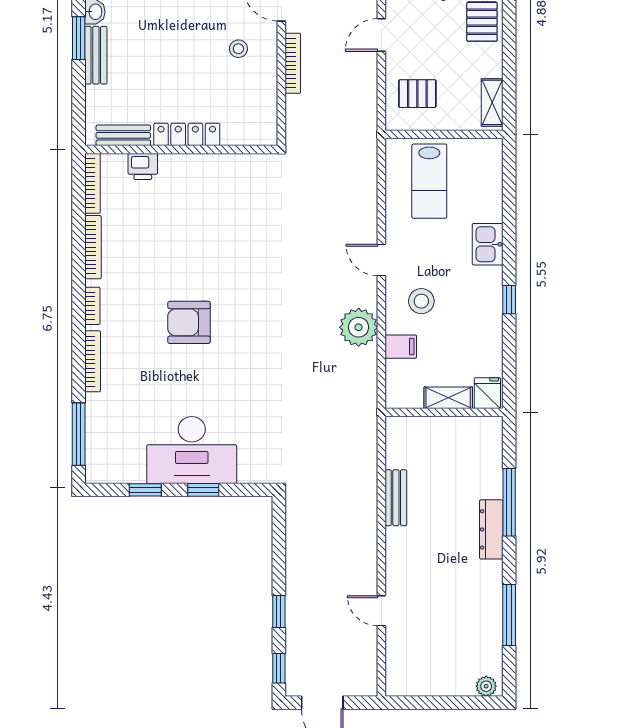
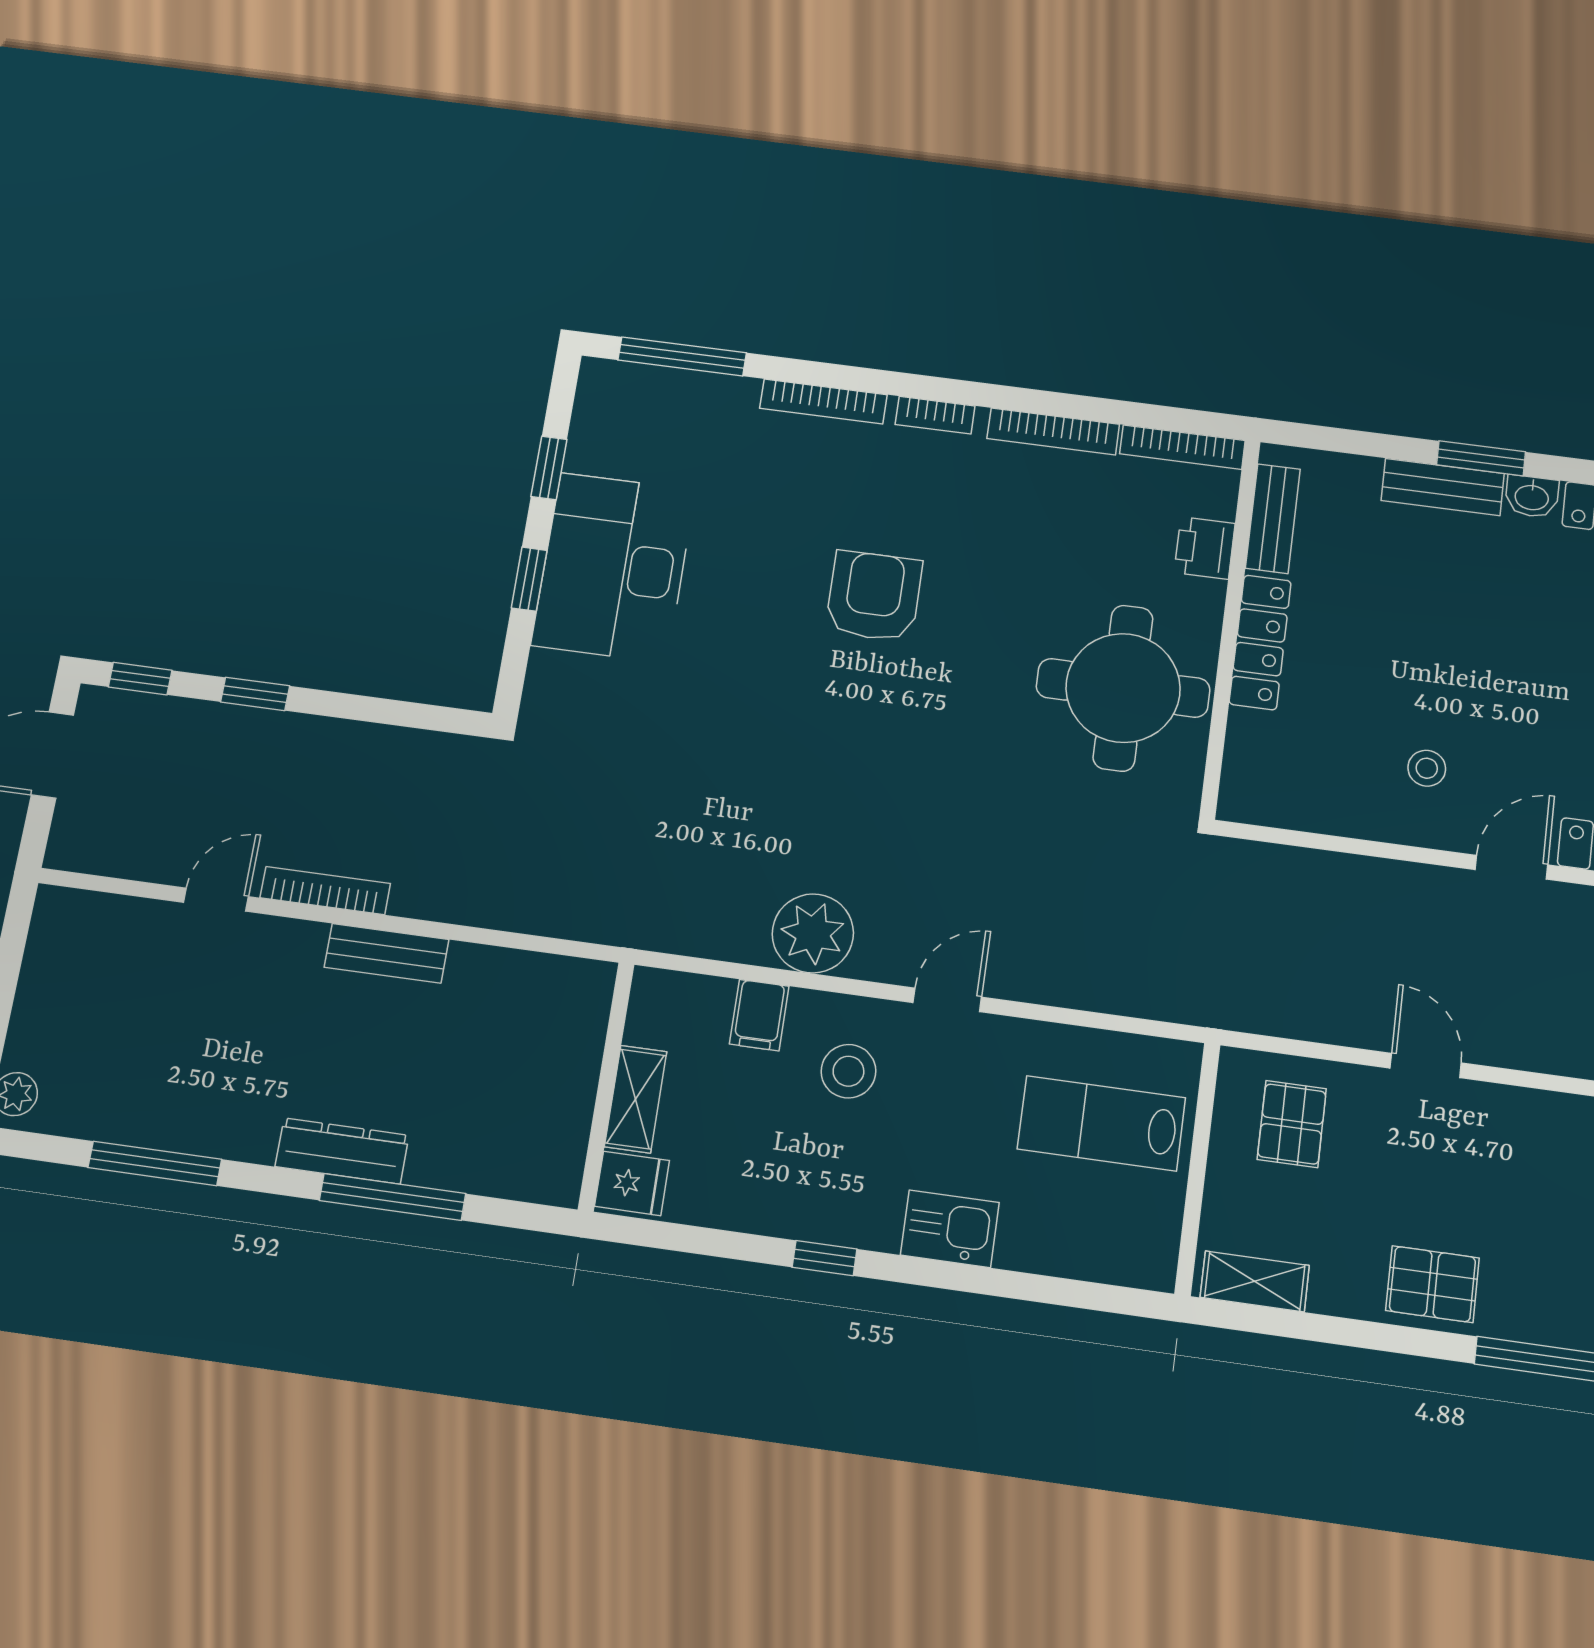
bookcase: (293, 63) -> (325, 891), moved, turned 180
round table: (219, 197) -> (1123, 688), added
bench: (396, 498) -> (386, 953), moved

